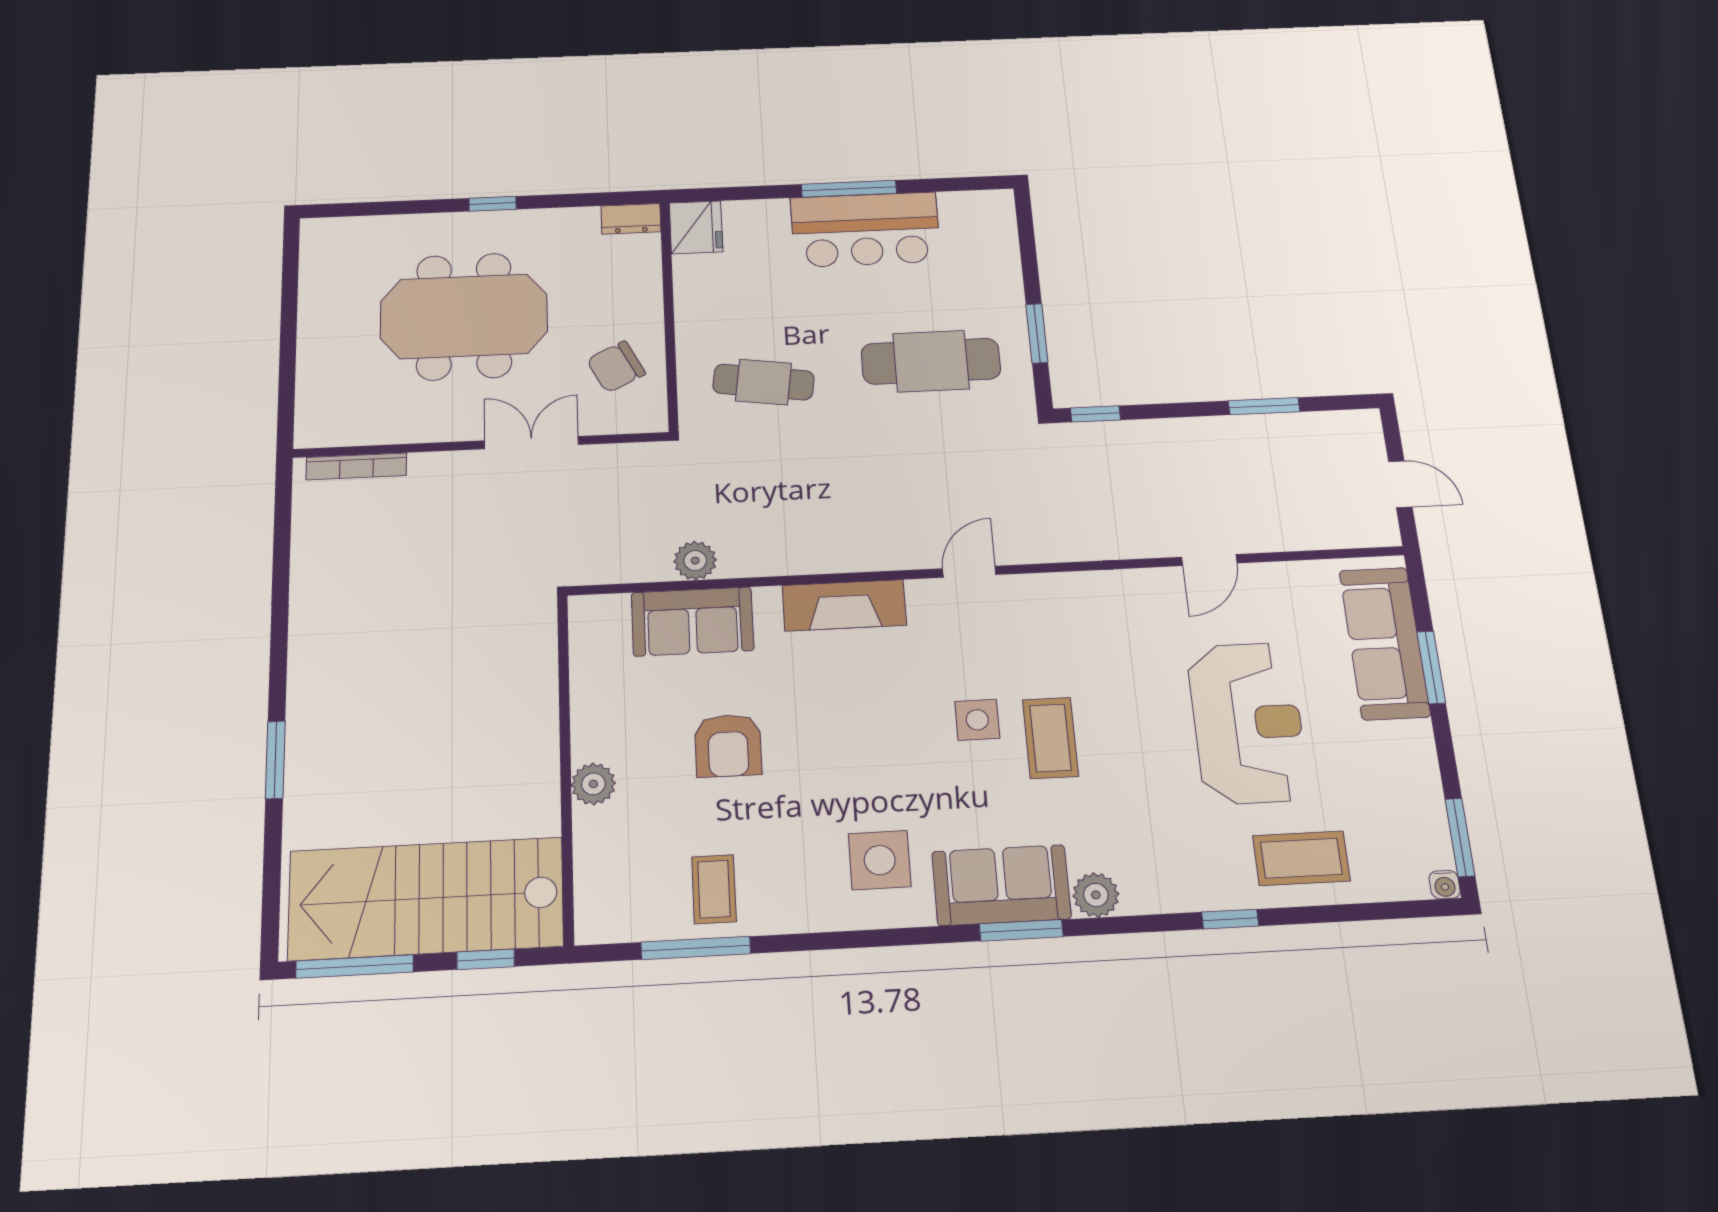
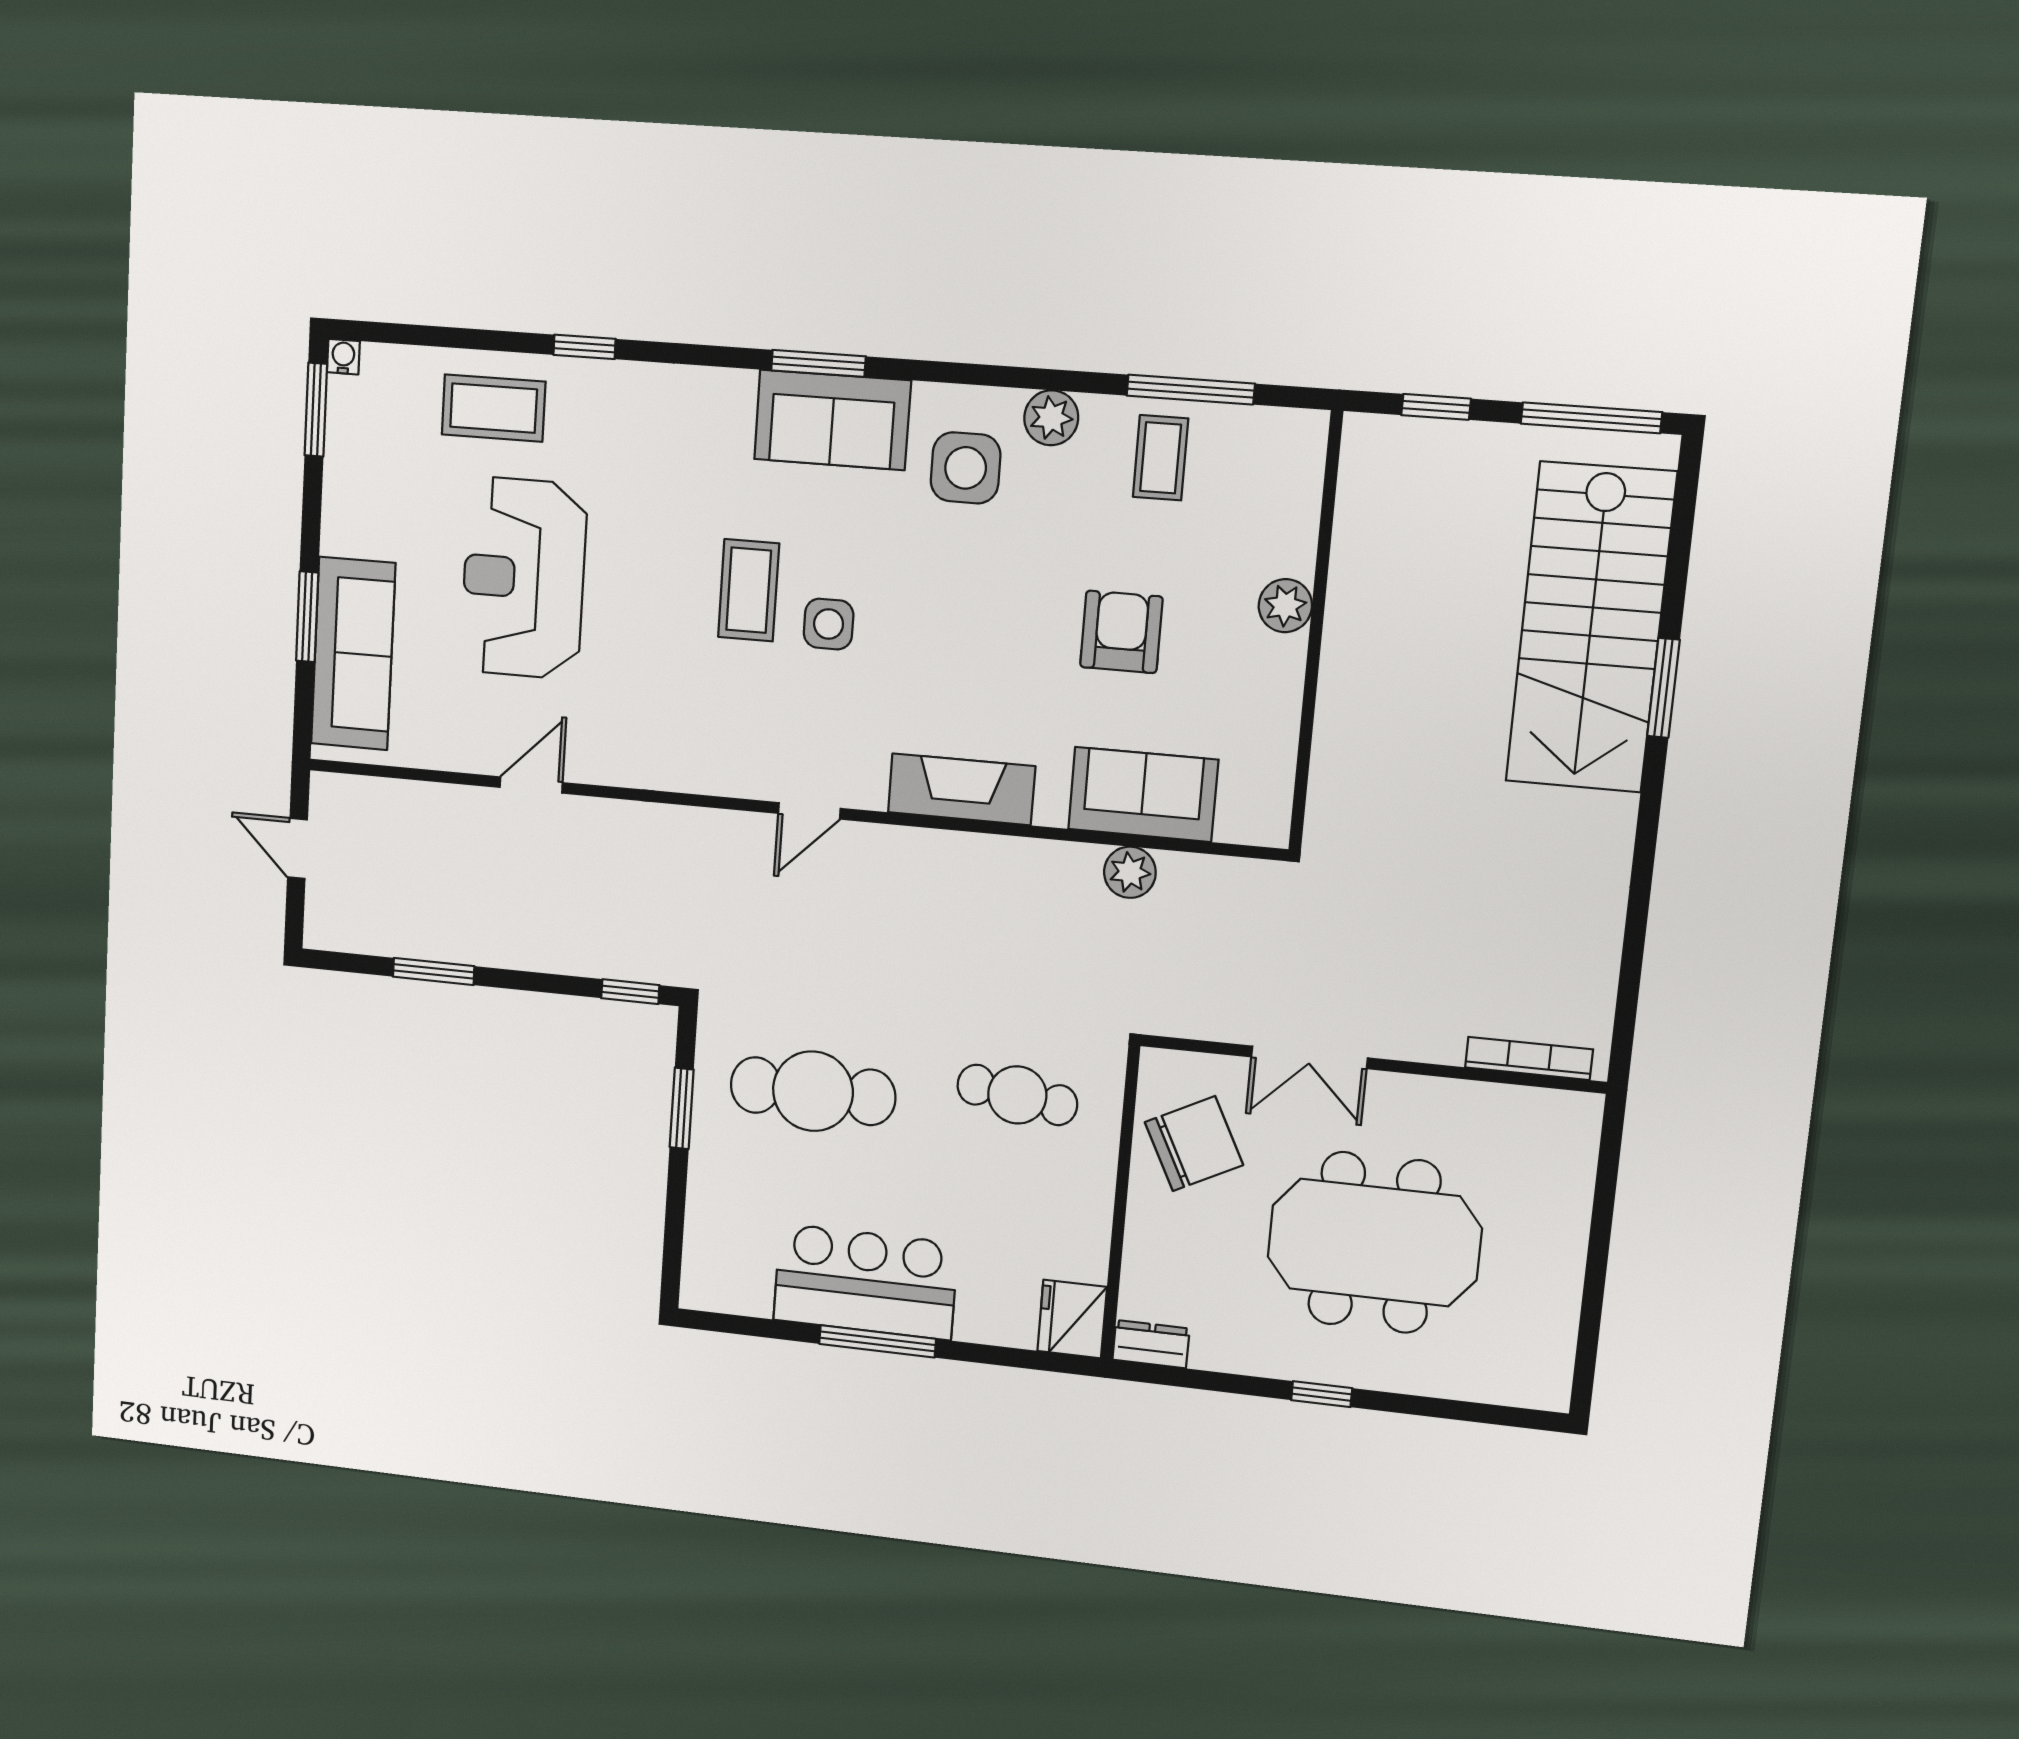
chair: (616, 367) -> (1194, 1144), width x1.37, depth x1.37
plant: (1096, 895) -> (1051, 418), moved
stairs: (426, 899) -> (1591, 628), moved, turned 90

